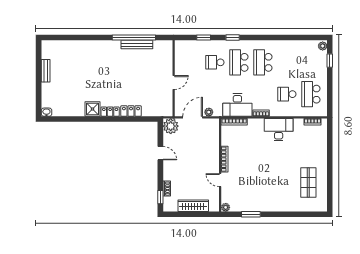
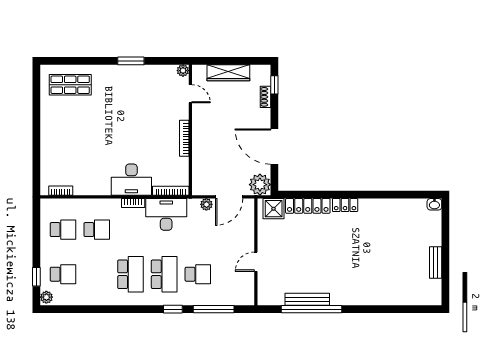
window: (204, 37) -> (214, 309), width x2.17
school desk: (311, 62) -> (63, 274), added
door: (174, 82) -> (256, 262), moved
school desk: (311, 94) -> (63, 230), width x0.54
shower: (93, 109) -> (274, 209), moved
locker: (131, 111) -> (308, 206), width x1.53
desk: (279, 130) -> (131, 180), moved
door: (160, 153) -> (274, 147), width x1.87
door: (220, 180) -> (190, 94), moved
shop shelf: (308, 182) -> (70, 85), moved, turned 90
window: (251, 214) -> (131, 61), moved

